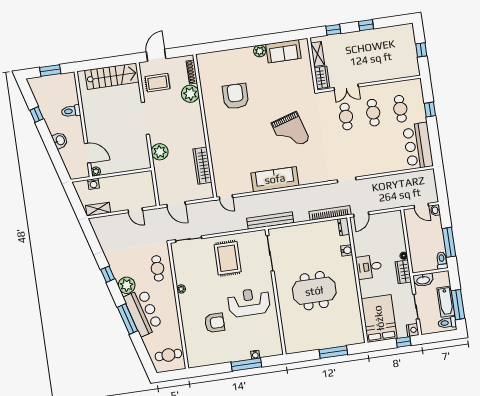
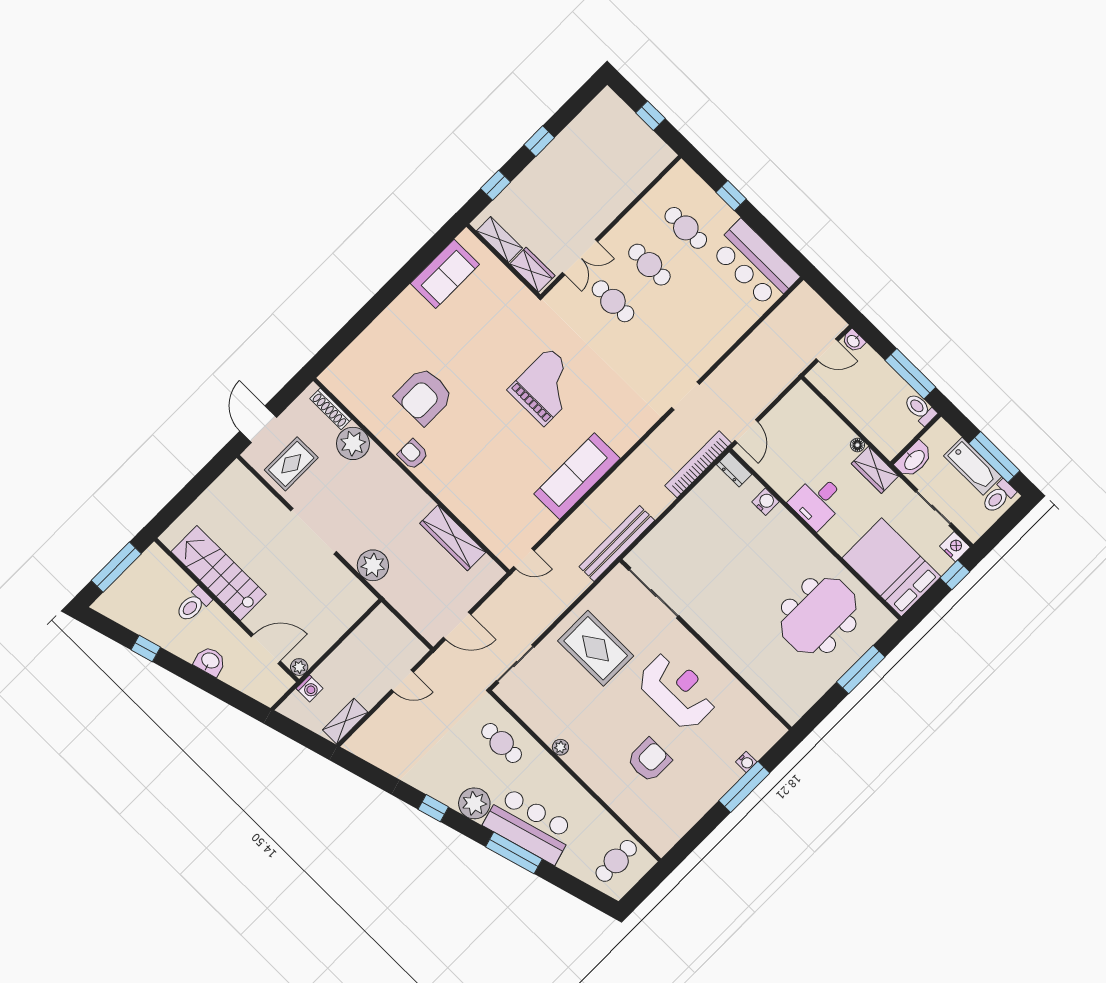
plant: (260, 51) -> (409, 300), removed
window: (50, 71) -> (116, 567), width x1.44
stairs: (112, 76) -> (219, 573), moved, turned -90
armchair: (236, 96) -> (424, 396), turned -90
armchair: (212, 118) -> (413, 454), added
grand piano: (291, 132) -> (547, 387), turned -73
meeting table: (314, 291) -> (819, 616), moved
reception desk: (249, 302) -> (678, 691), turned 90

